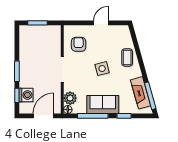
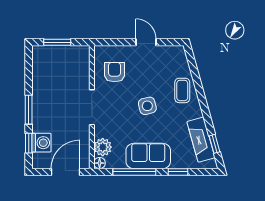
door: (101, 23) -> (146, 42), hinge flipped
window: (150, 96) -> (214, 144), width x0.46

